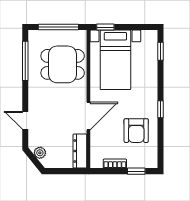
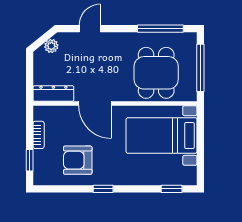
window: (105, 27) -> (200, 124), removed

